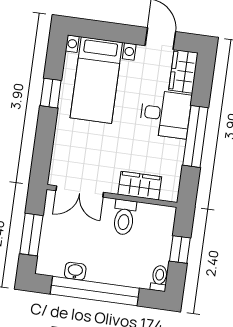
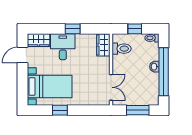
window: (195, 136) -> (73, 29), width x0.46
wardrobe: (140, 186) -> (103, 45), moved
toilet: (124, 217) -> (122, 49), moved
washbasin: (75, 271) -> (154, 67), moved

